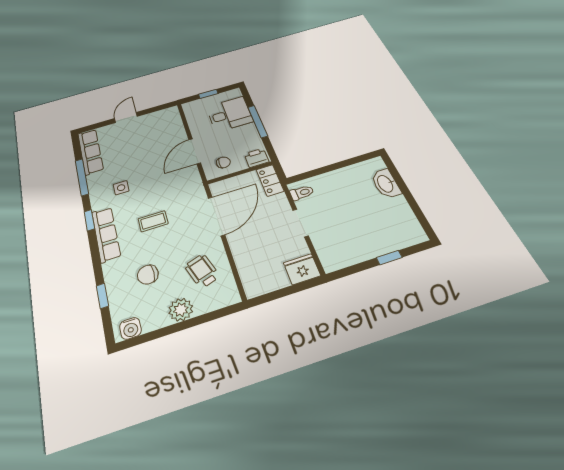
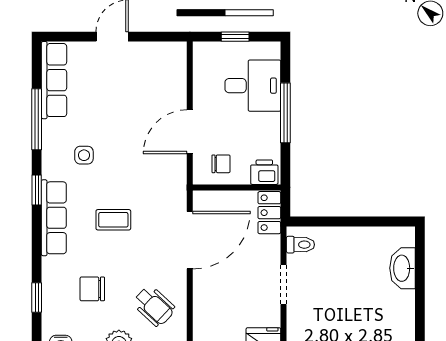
wheelchair: (202, 271) -> (154, 306), turned 151

